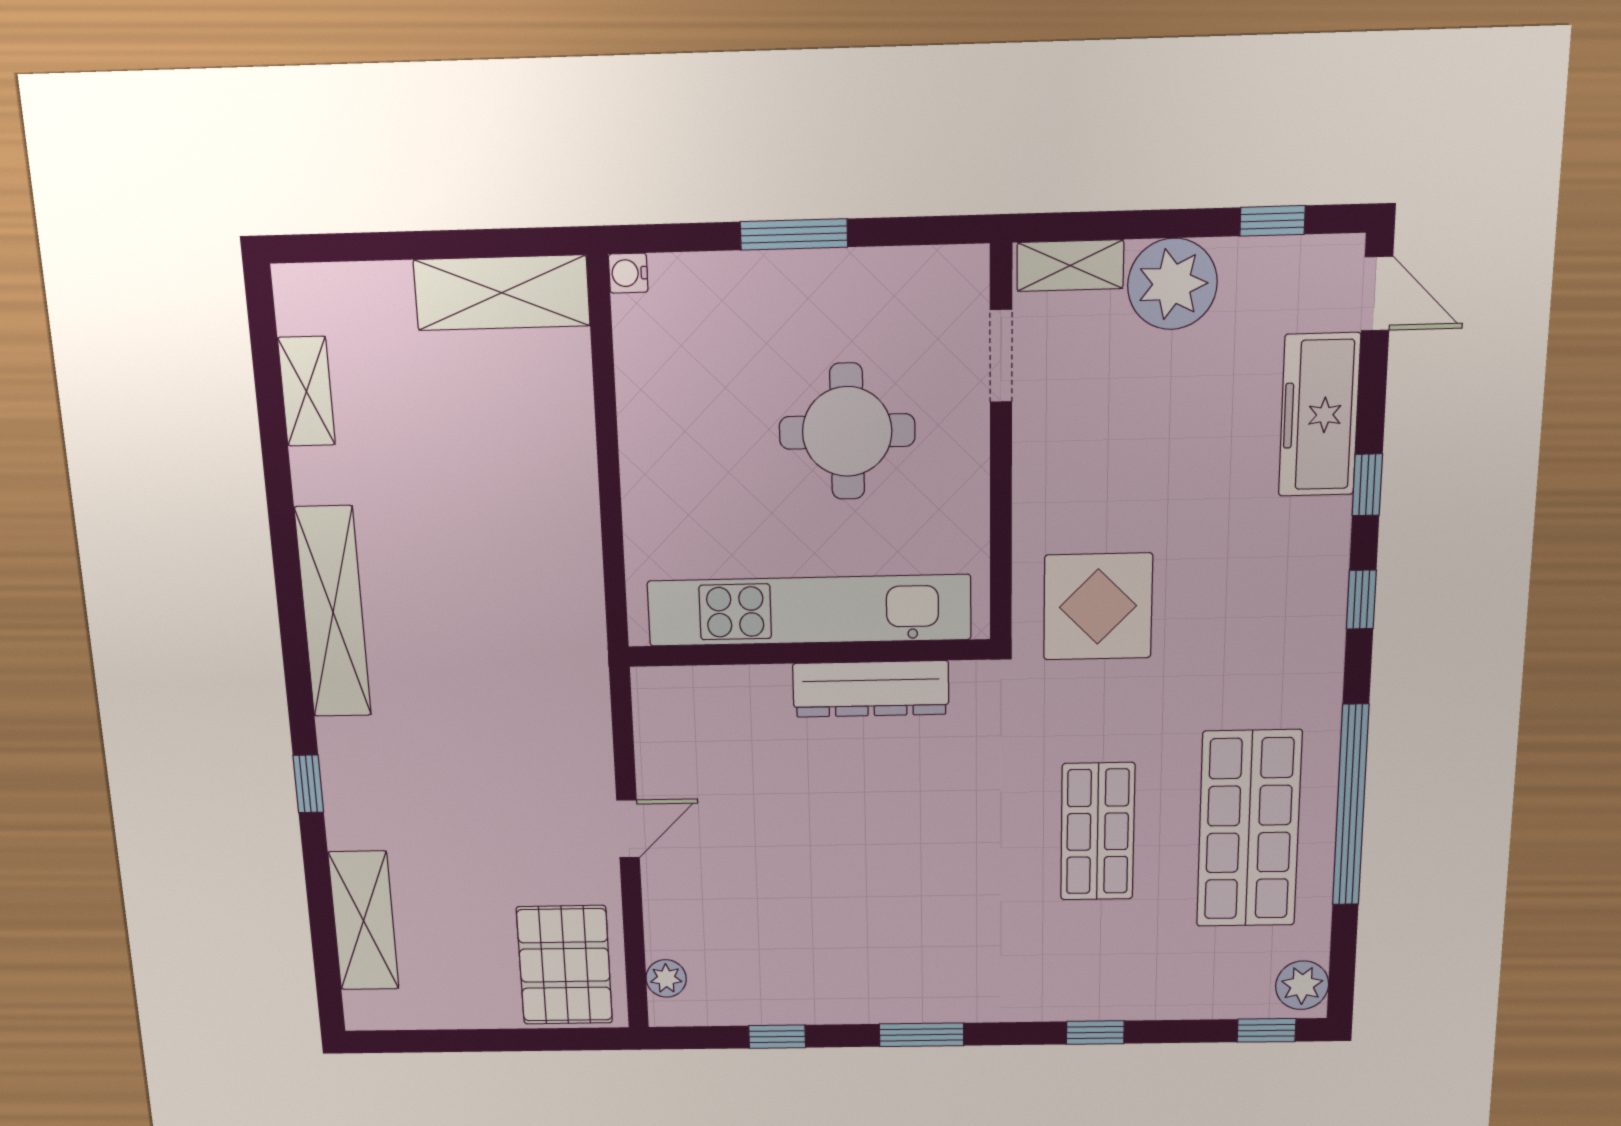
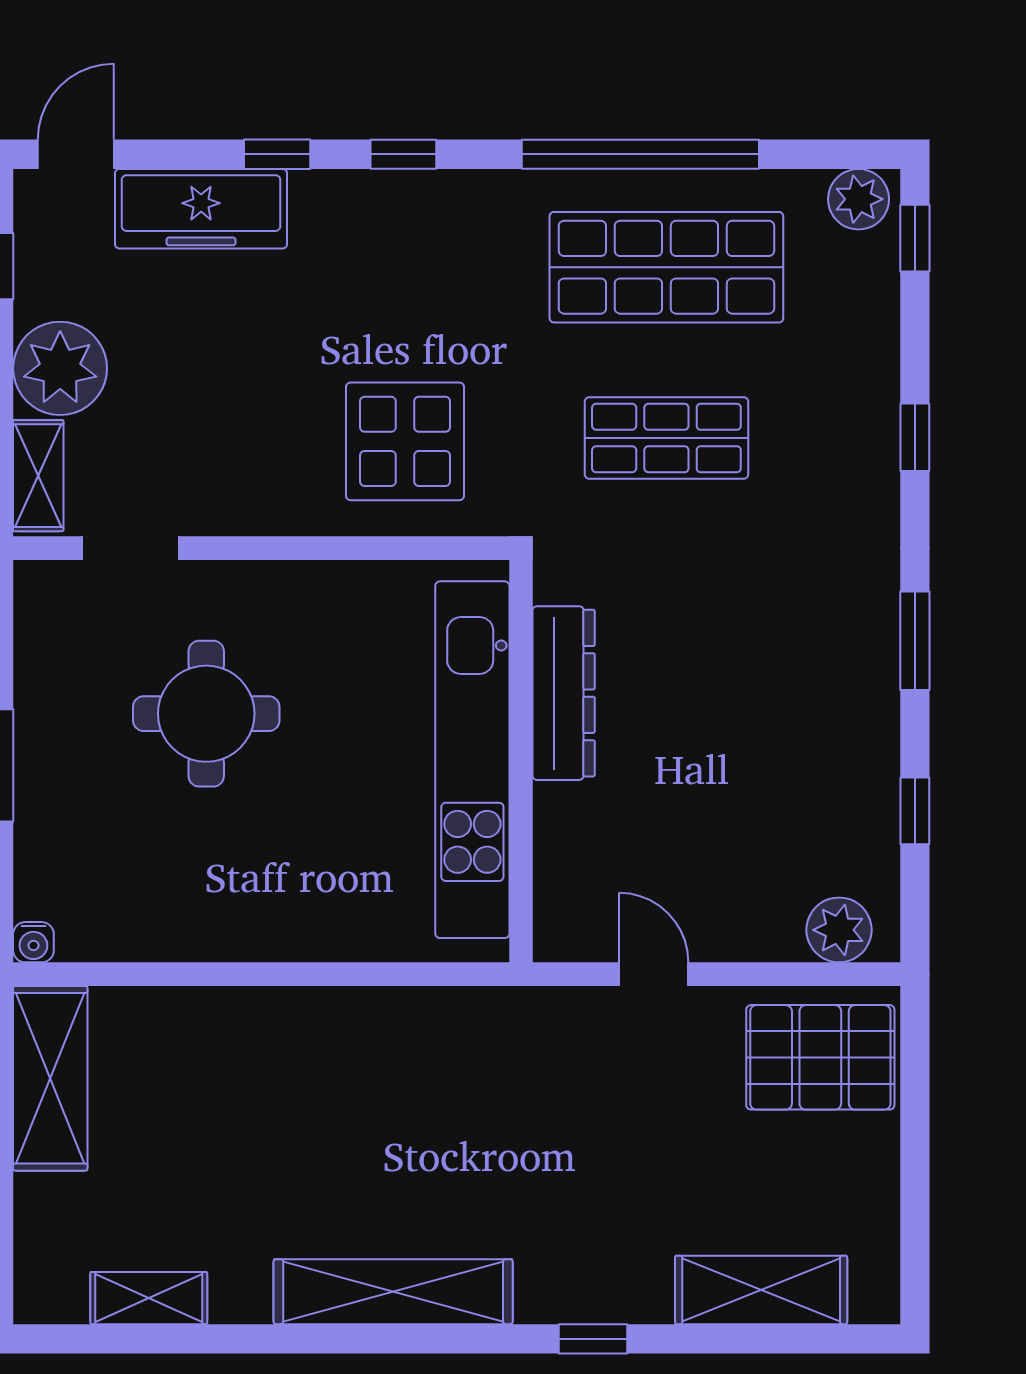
kitchen unit: (809, 610) -> (472, 760), moved
wall: (809, 653) -> (521, 761), moved
dresser: (871, 689) -> (564, 693), moved
plant: (666, 978) -> (839, 930), width x1.38, depth x1.38

